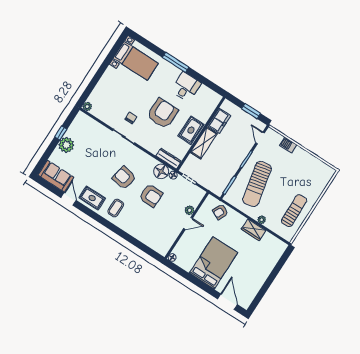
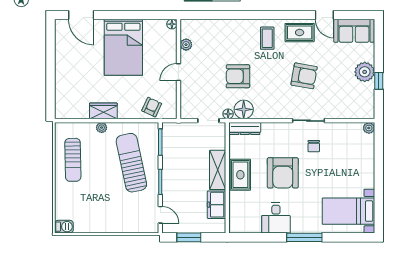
barbecue: (288, 145) -> (64, 227), moved
armchair: (124, 178) -> (304, 76), moved
plant: (189, 210) -> (186, 45), moved

